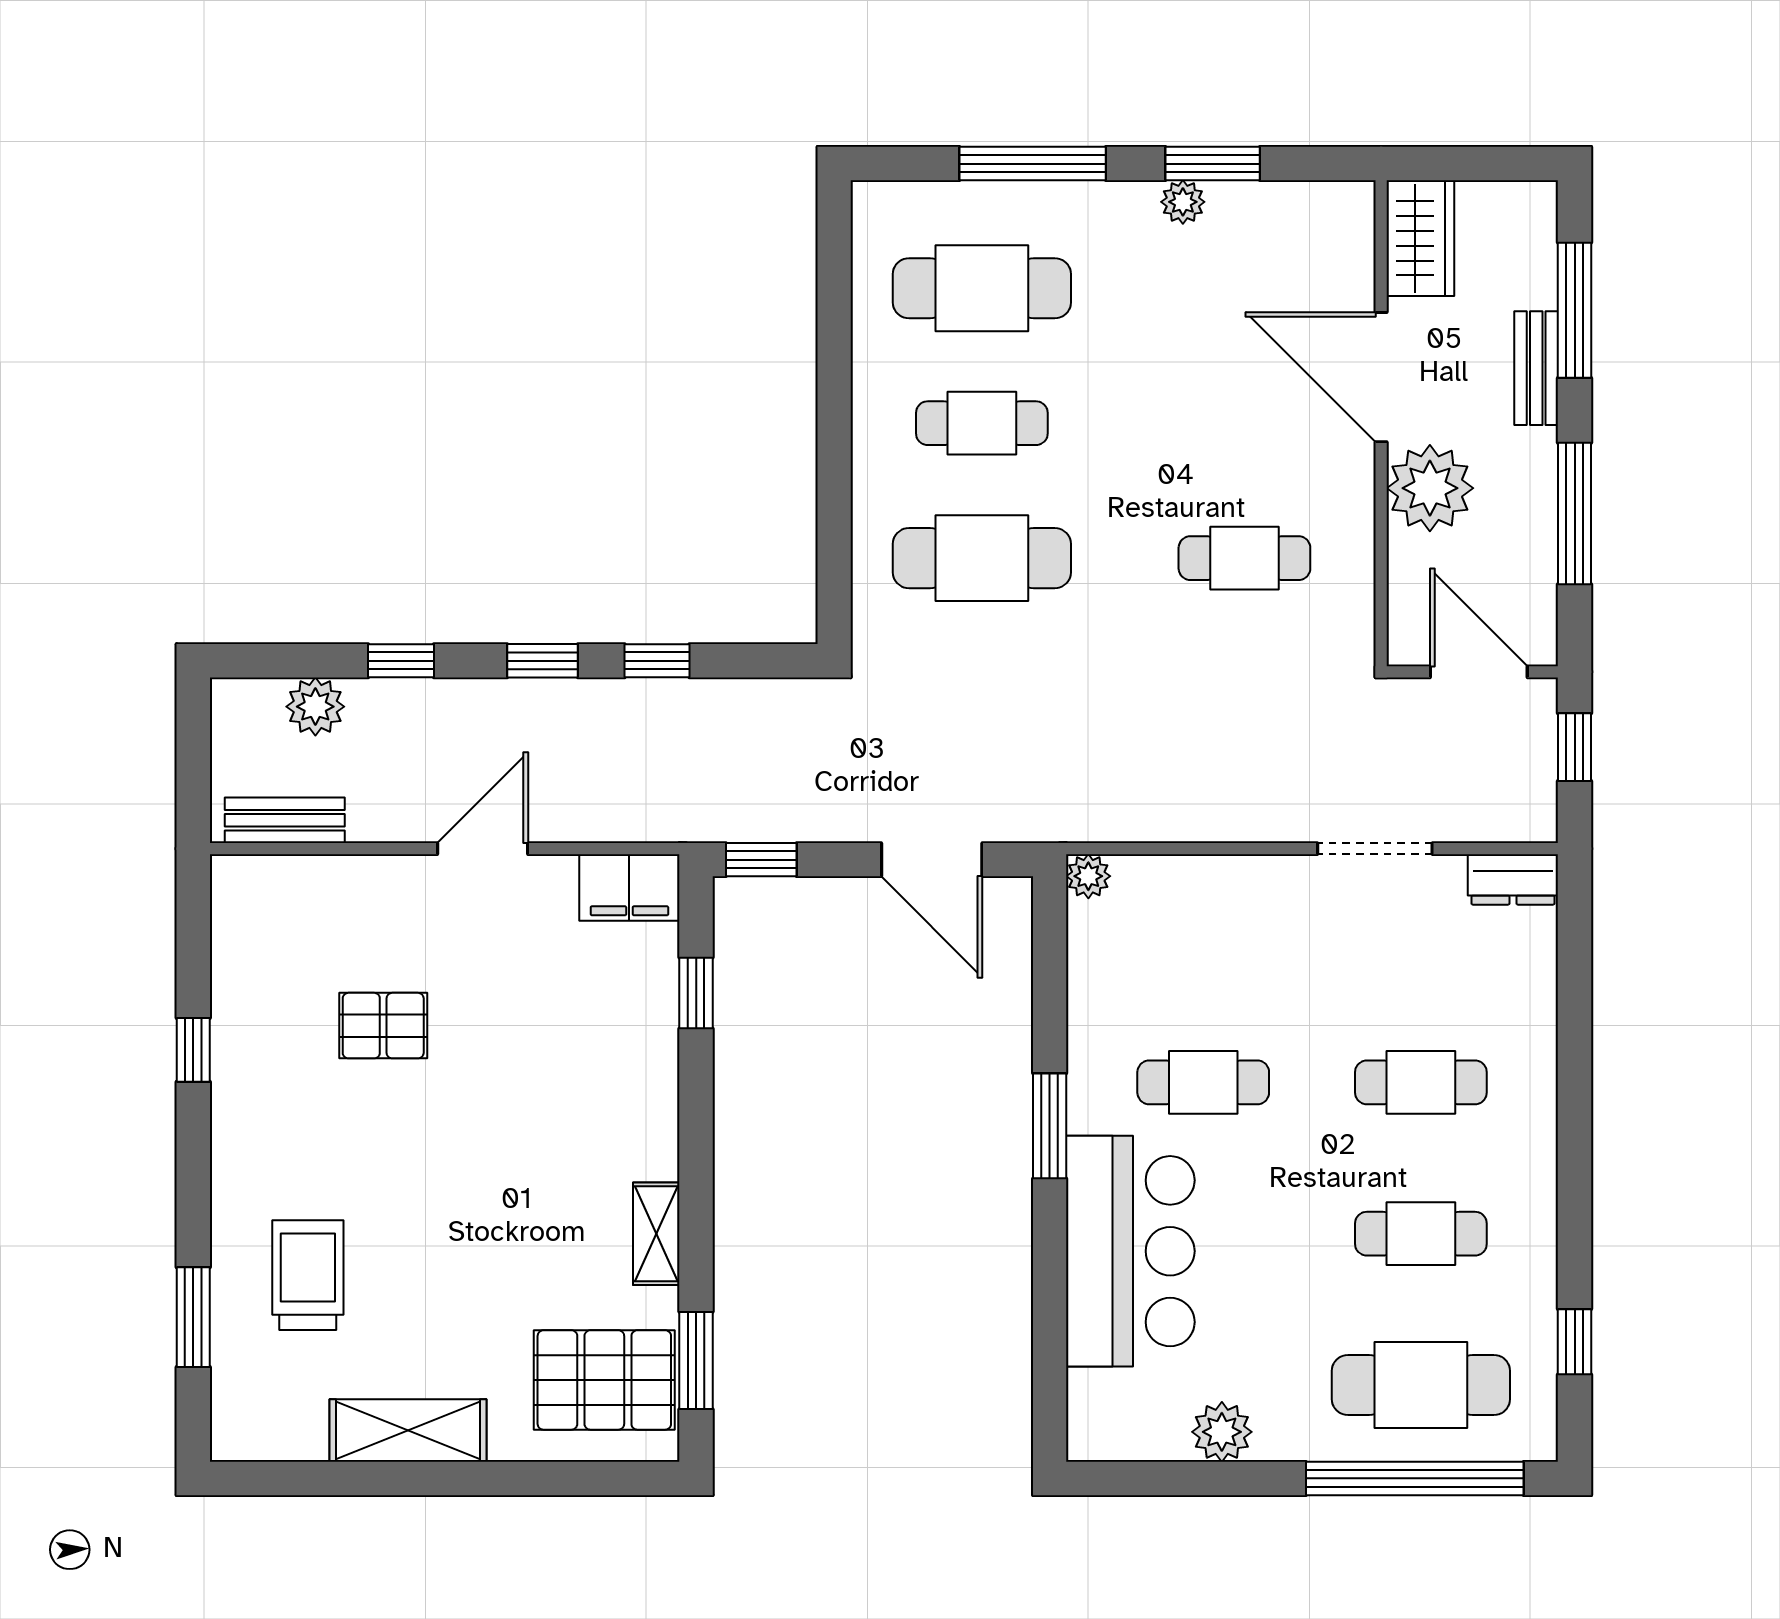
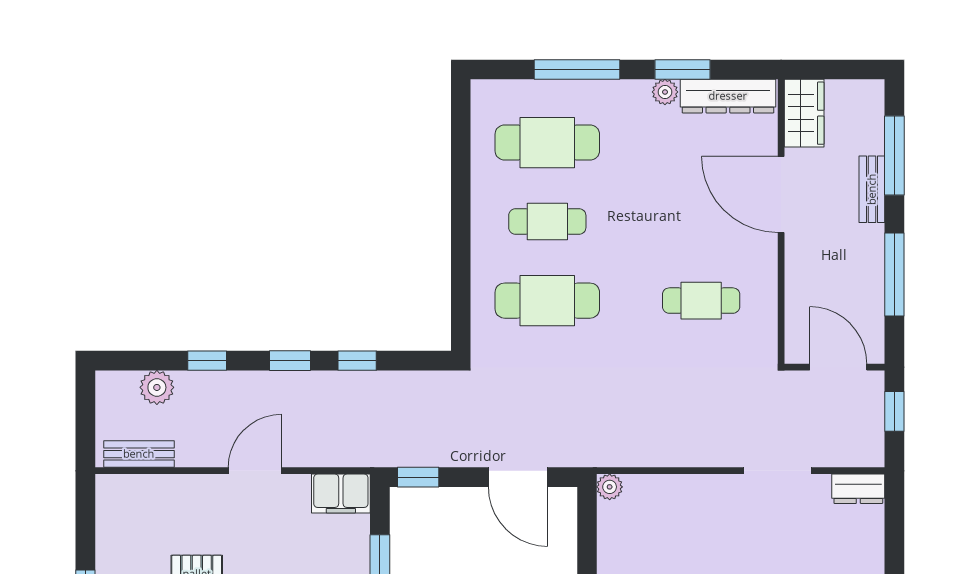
dresser: (1290, 209) -> (728, 96), added
plant: (1430, 488) -> (810, 260), removed

